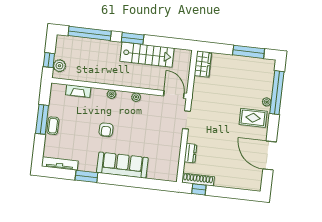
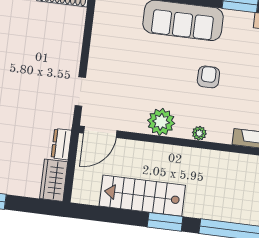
door: (174, 94) -> (100, 132), hinge flipped
plant: (136, 97) -> (161, 122), width x1.87, depth x1.87
dresser: (190, 153) -> (61, 144), moved

